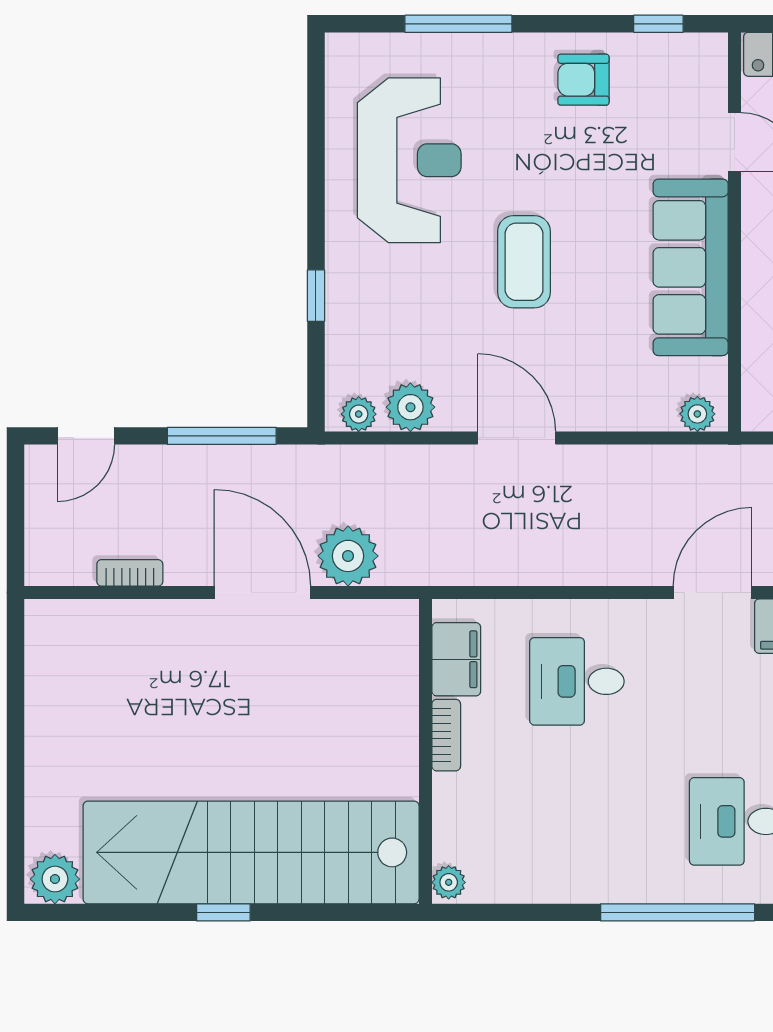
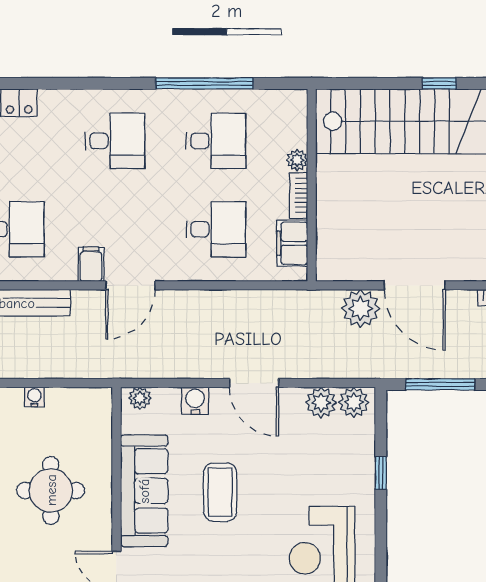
coffee table: (524, 262) -> (220, 492), moved
water cooler: (610, 410) -> (195, 401), added
plant: (359, 414) -> (354, 402), width x1.38, depth x1.38
desk: (577, 821) -> (216, 141), added
plant: (449, 882) -> (297, 160), moved
window: (678, 912) -> (205, 83), moved

